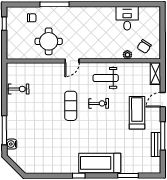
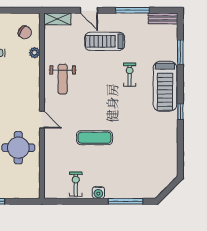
exercise bike: (99, 103) -> (130, 75), moved
exercise mat: (71, 106) -> (95, 138), moved
water cooler: (12, 144) -> (98, 193), moved
bench: (156, 144) -> (163, 18), moved

